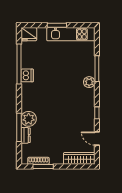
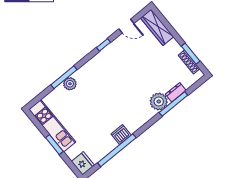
plant: (89, 82) -> (70, 84), moved
door: (97, 139) -> (126, 26), hinge flipped

